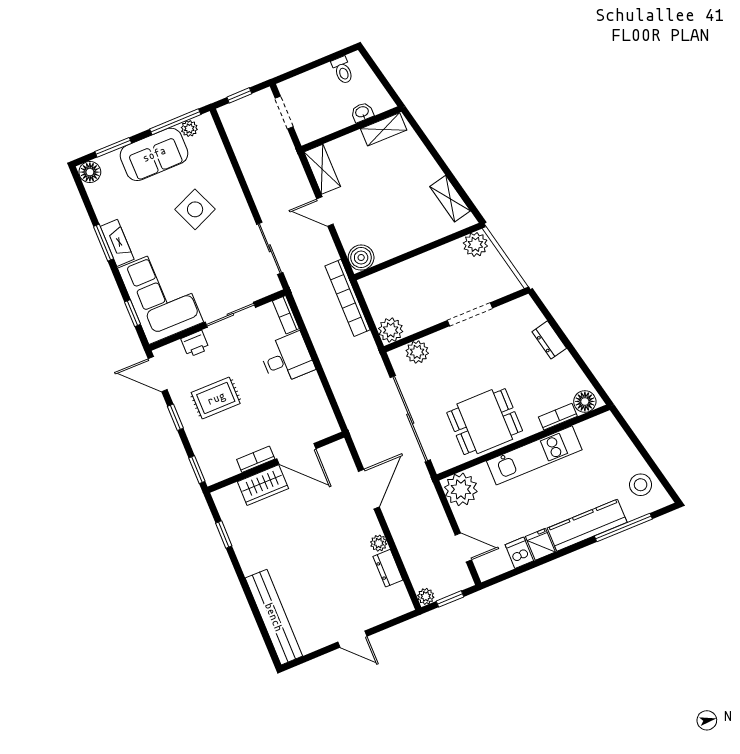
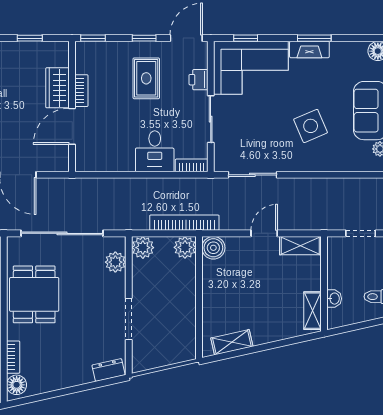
plant: (475, 244) -> (185, 247), moved
dresser: (549, 340) -> (109, 370), moved

